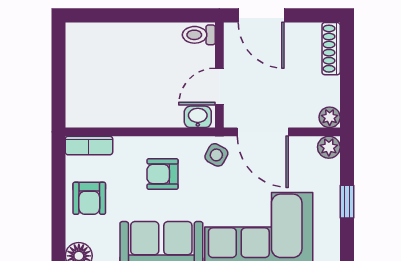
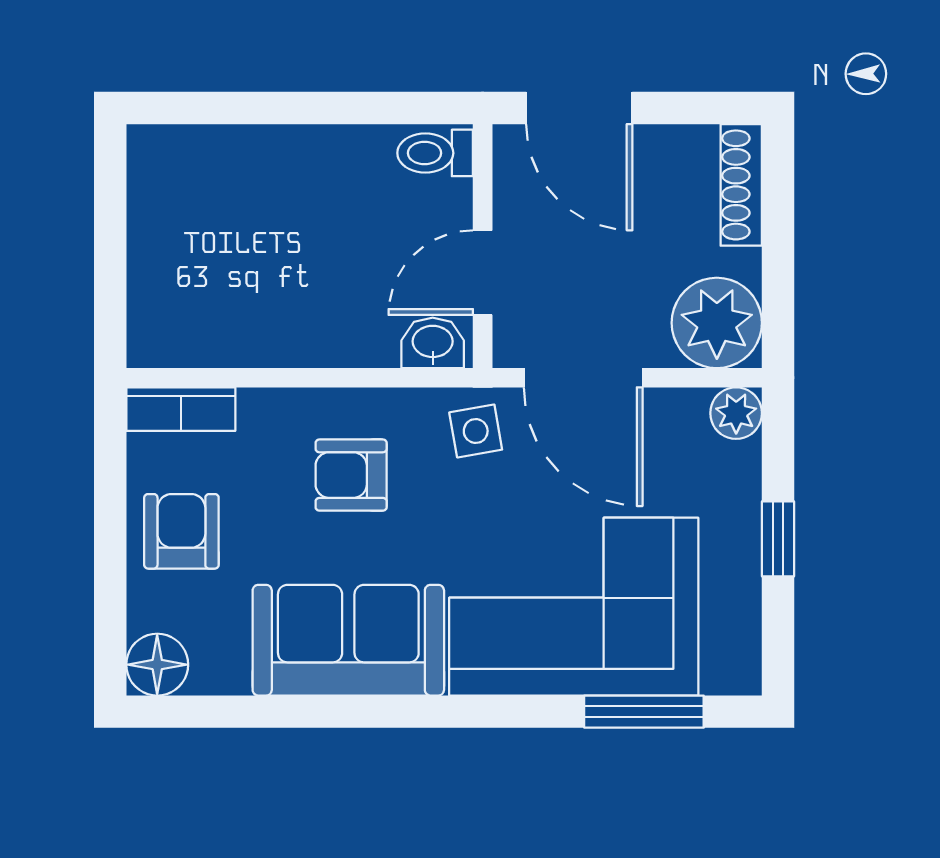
plant: (330, 117) -> (717, 323), width x1.88, depth x1.88
side table: (216, 155) -> (476, 431), turned -38
armchair: (89, 198) -> (181, 531), turned 180

